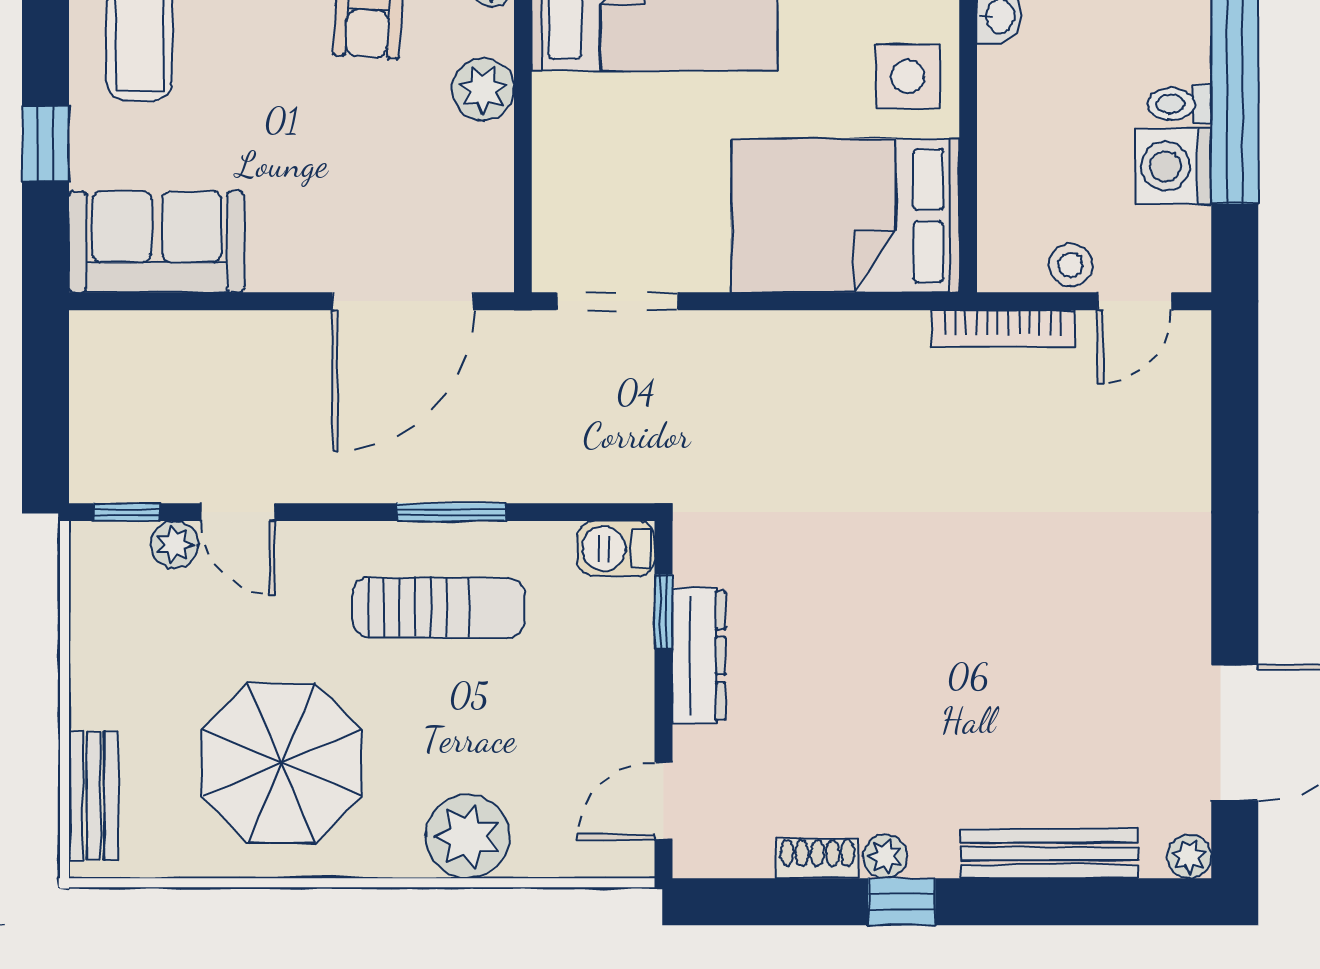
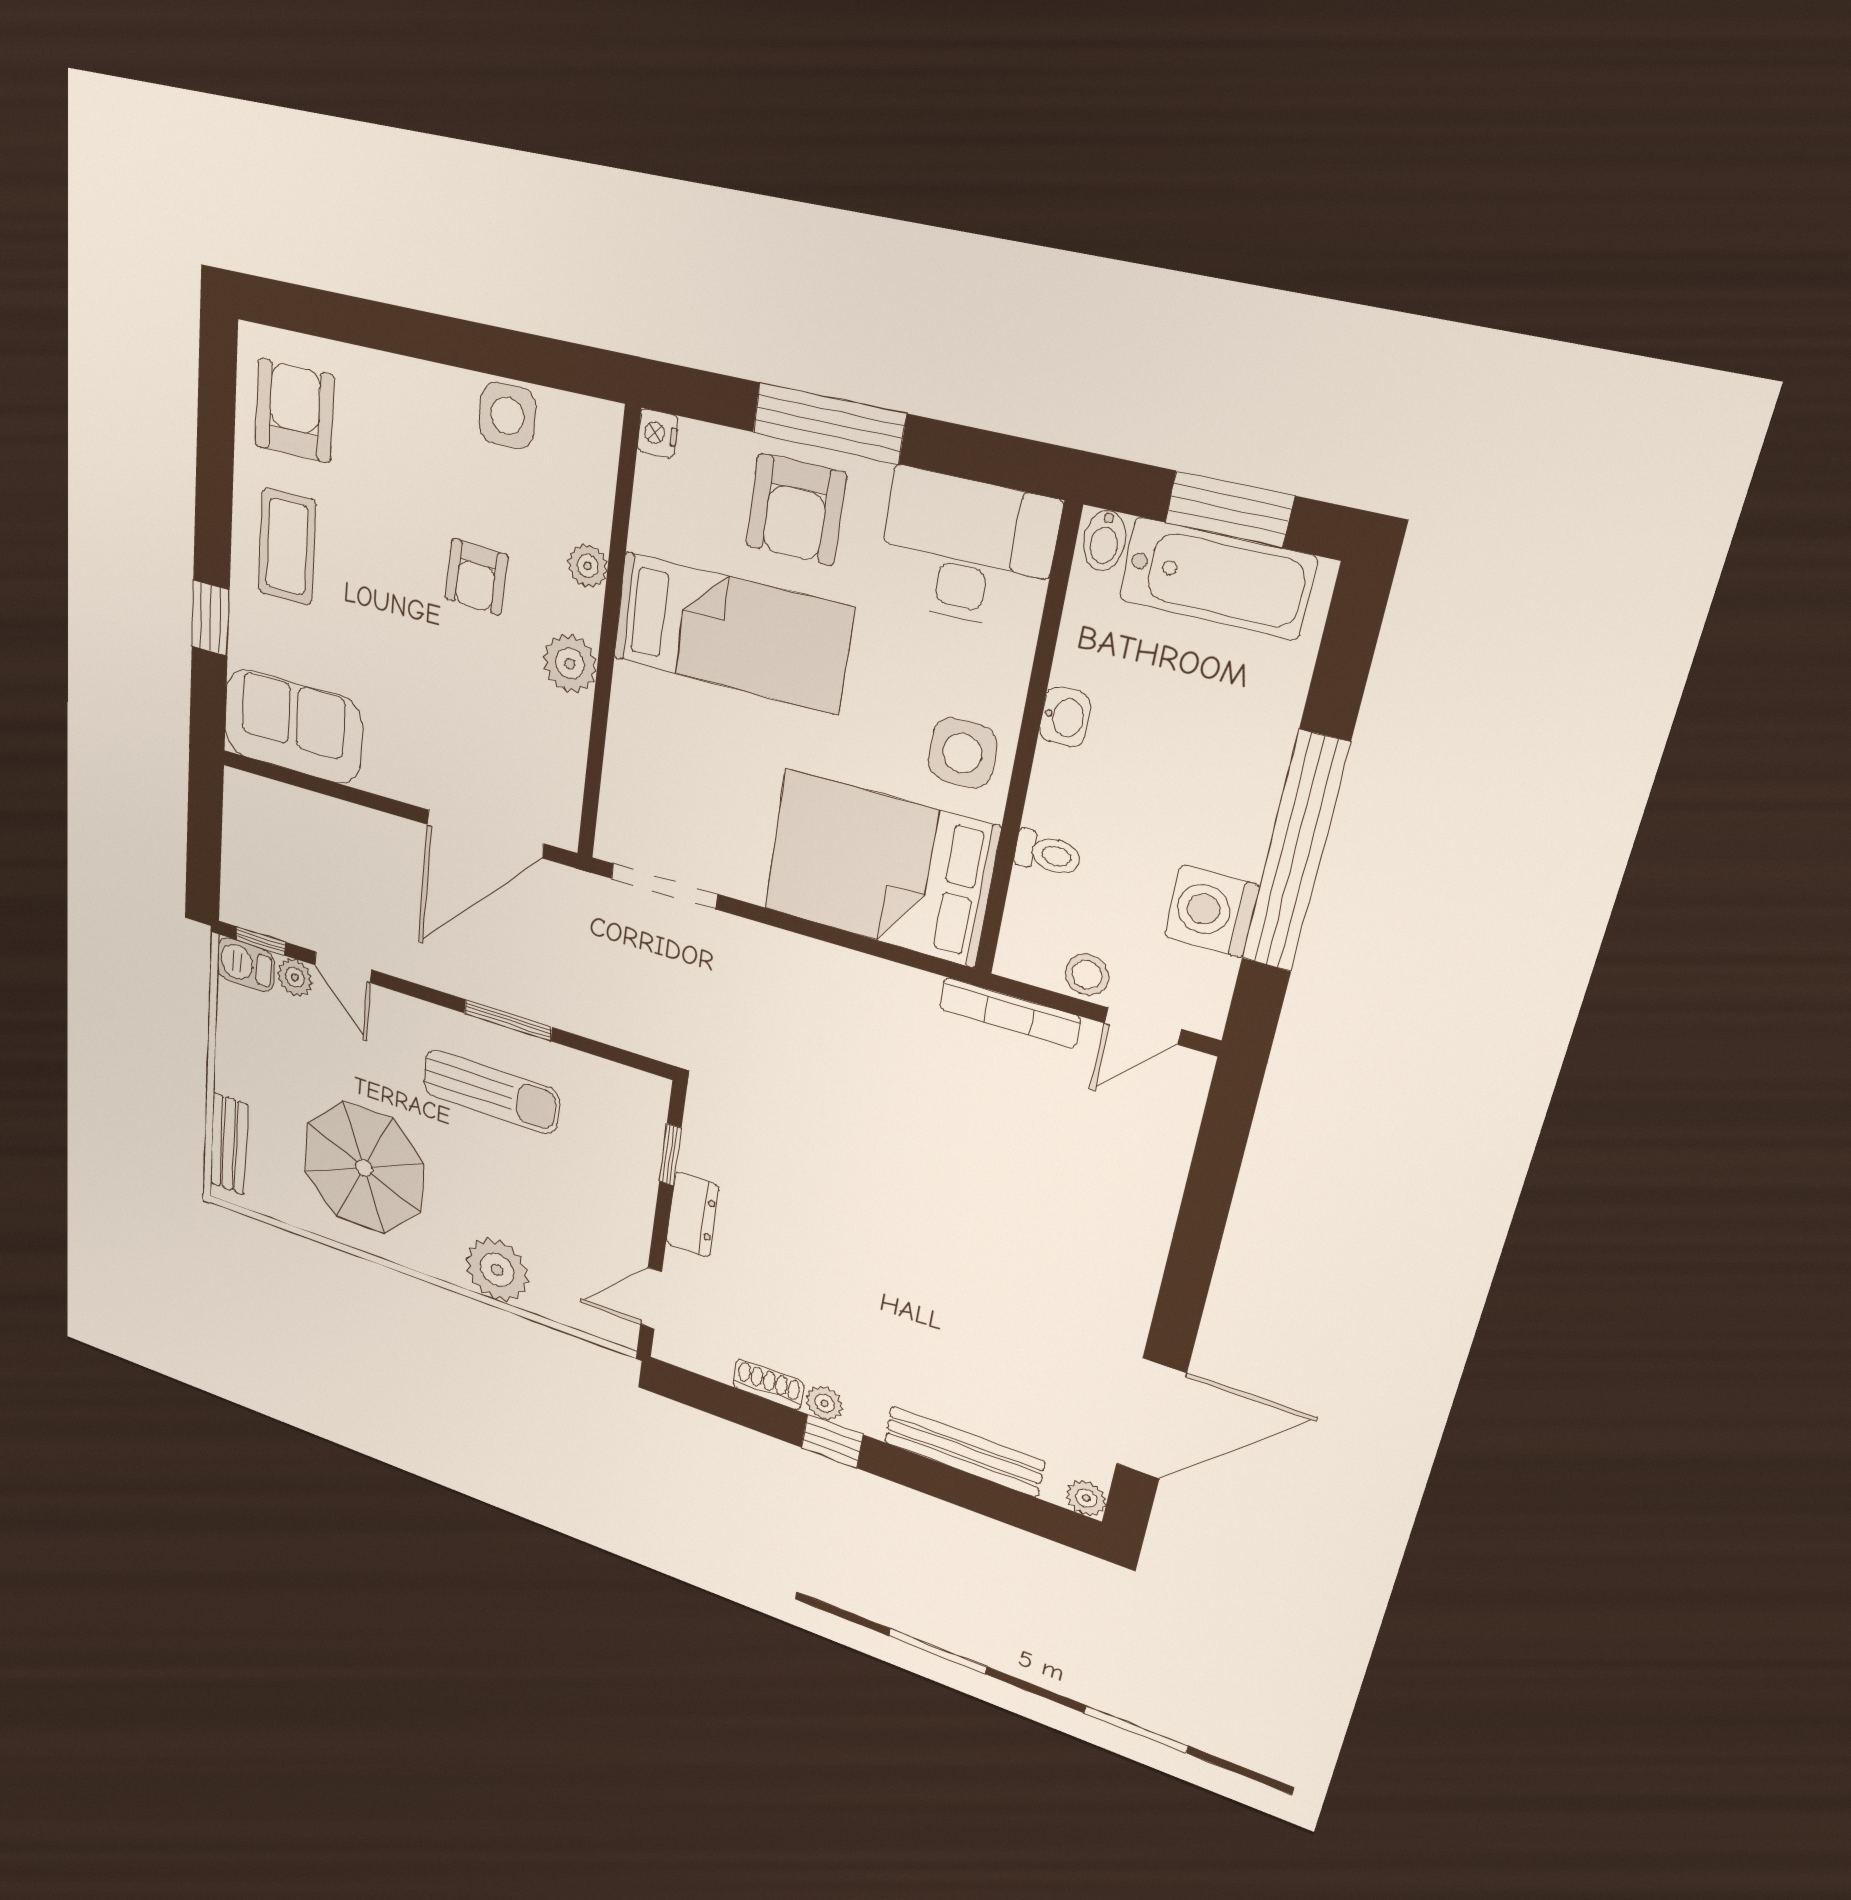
toilet: (1179, 104) -> (1048, 854), moved, turned 180
barbecue: (616, 548) -> (246, 965), moved
dresser: (699, 656) -> (692, 1215), width x0.70

